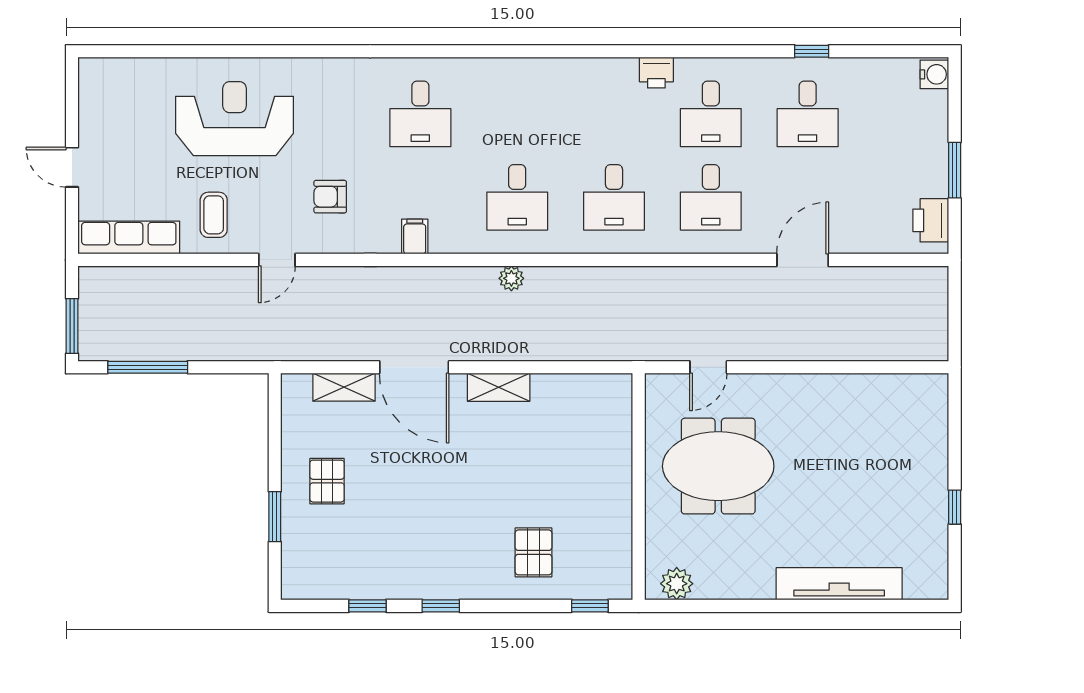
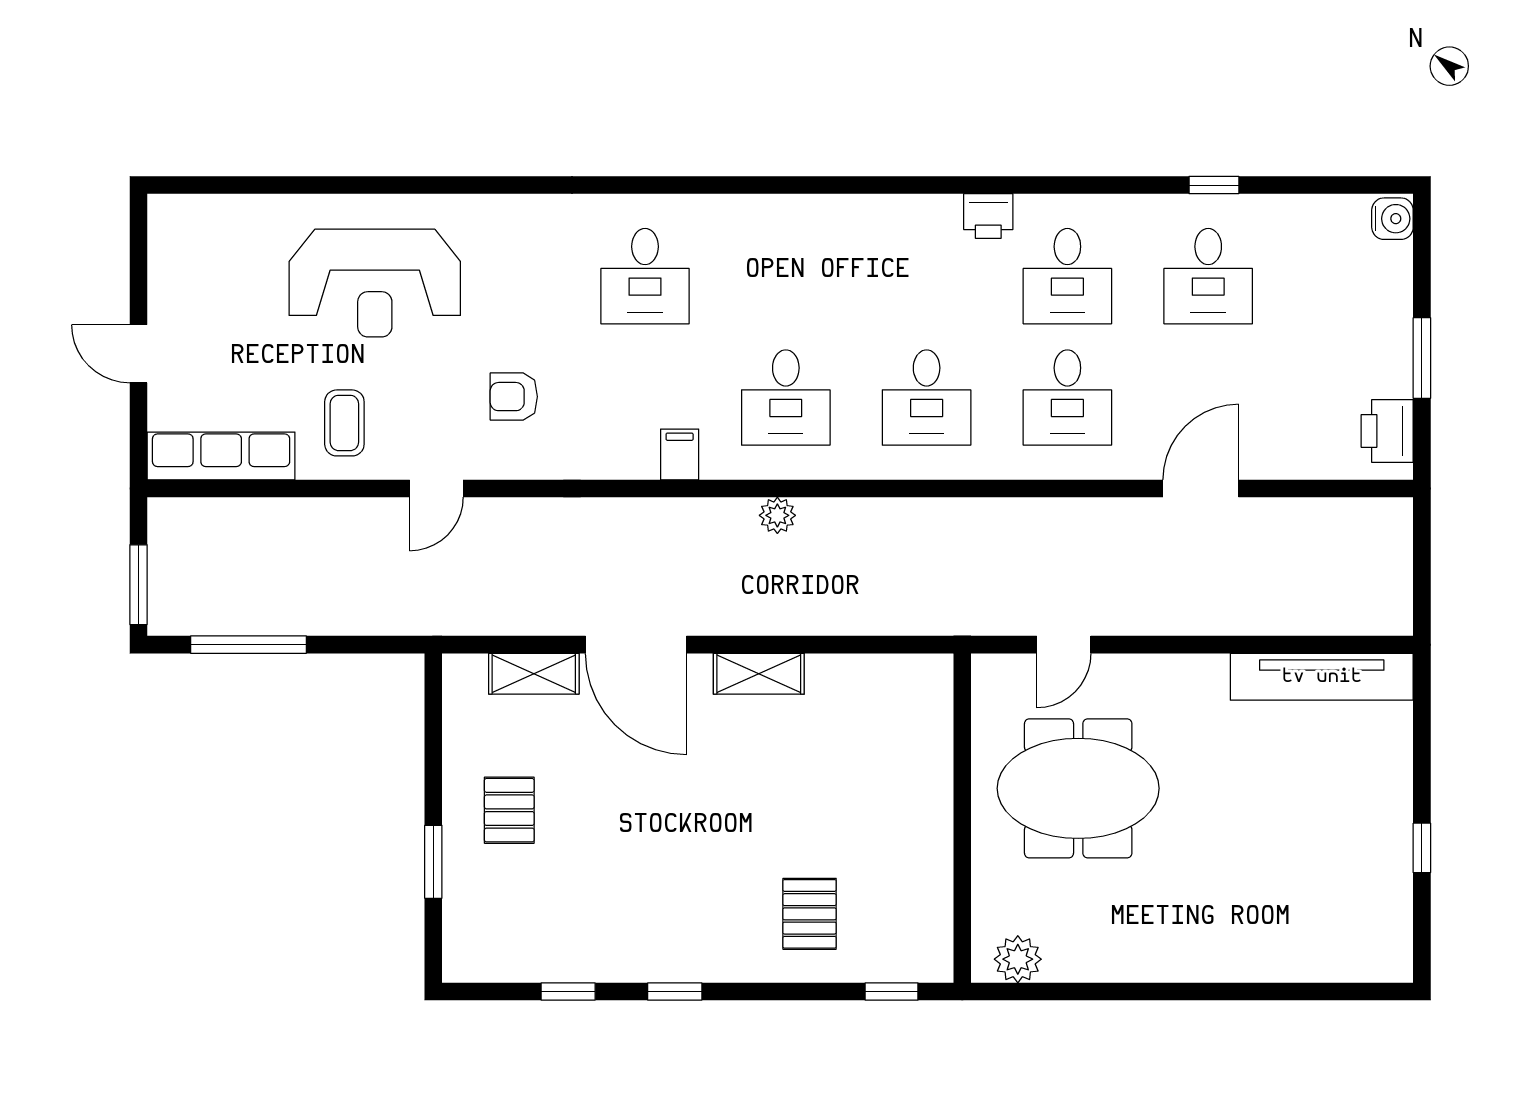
reception desk: (235, 119) -> (375, 283), turned 180
filing cabinet: (415, 236) -> (680, 454), moved
tv unit: (839, 584) -> (1322, 677), moved, turned 180

